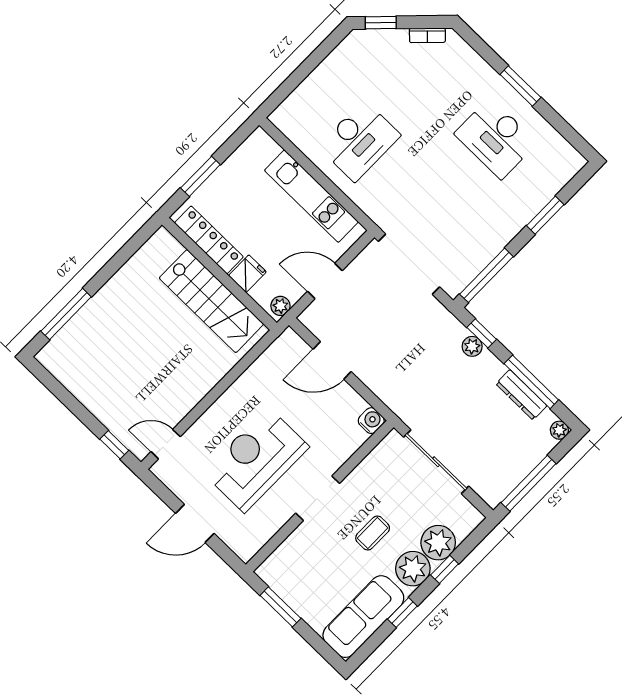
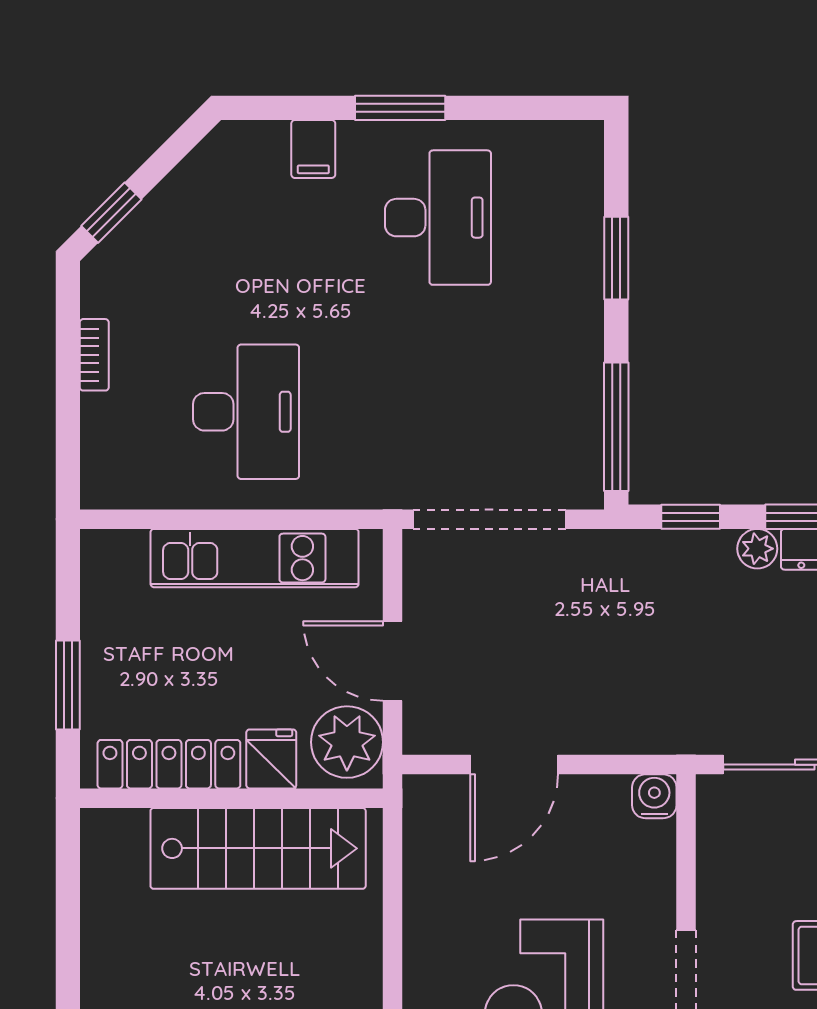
bookcase: (427, 35) -> (94, 355), moved, turned -45
filing cabinet: (475, 70) -> (313, 149), added
desk: (496, 138) -> (438, 218), turned -90
door: (325, 281) -> (393, 661), hinge flipped
plant: (280, 306) -> (347, 742), width x1.88, depth x1.88
plant: (472, 346) -> (757, 549), moved

